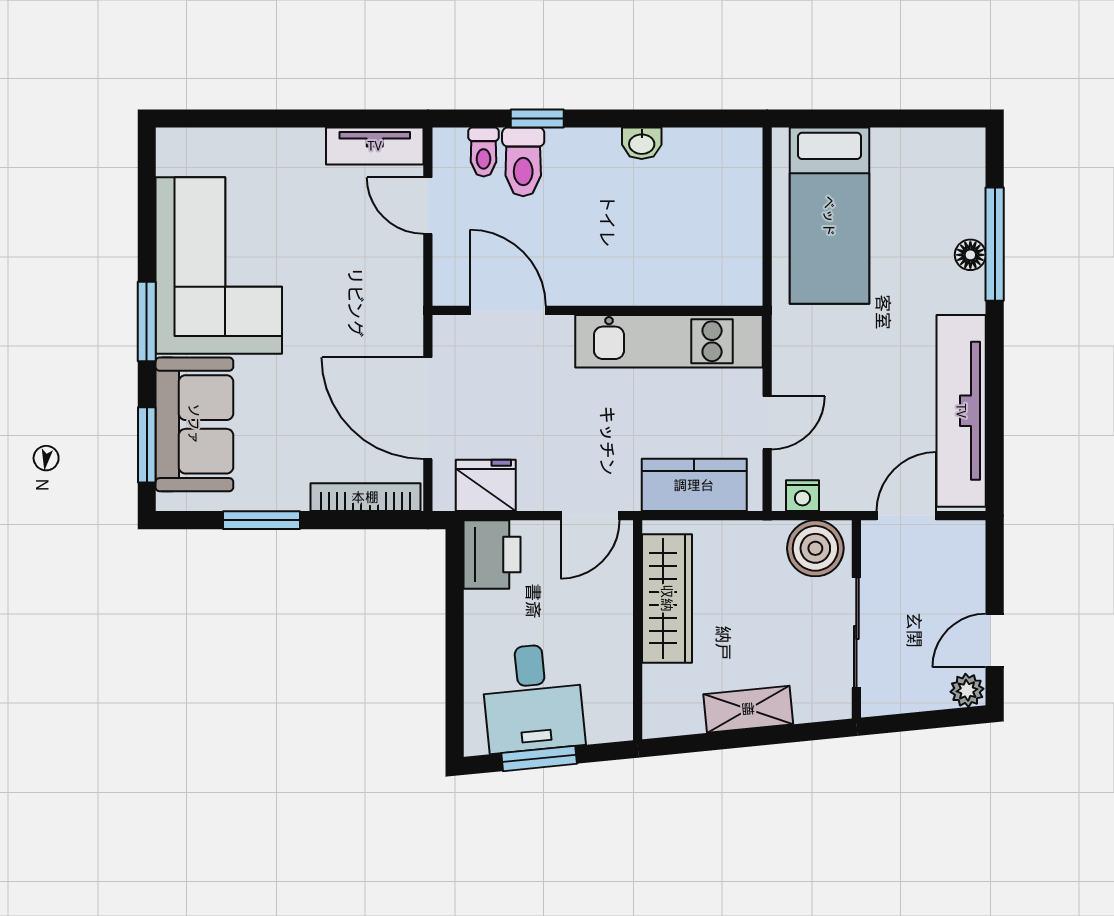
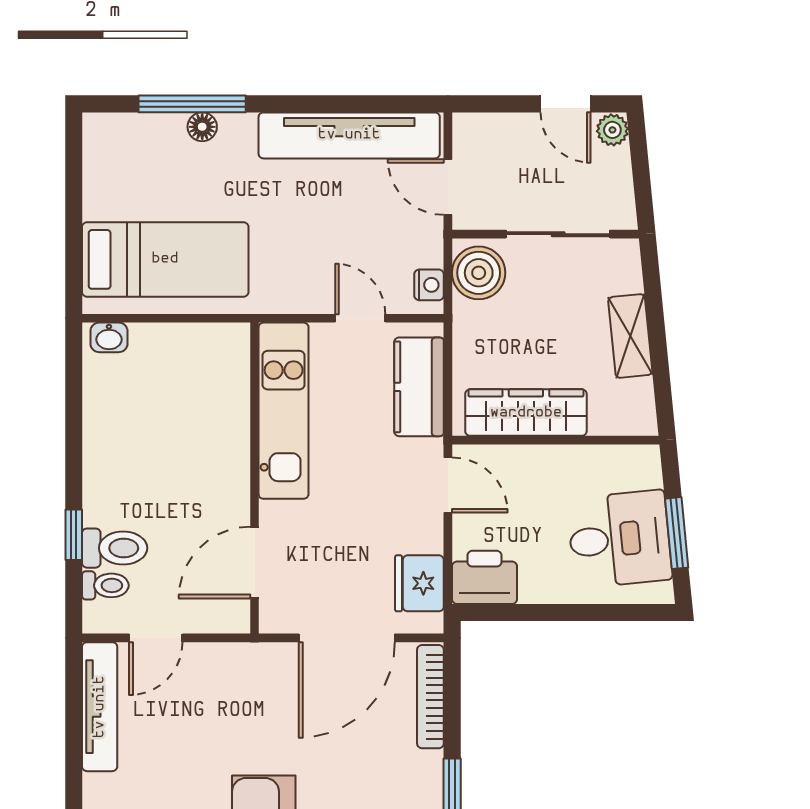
washbasin: (642, 143) -> (109, 337), moved, turned 90
tv unit: (375, 146) -> (100, 707), width x1.41

